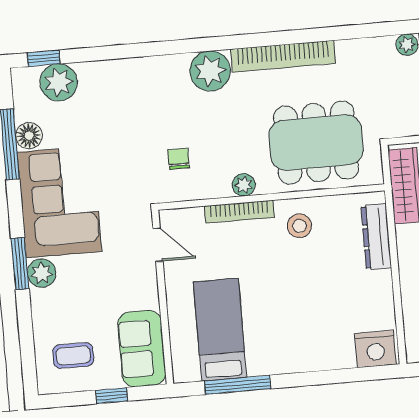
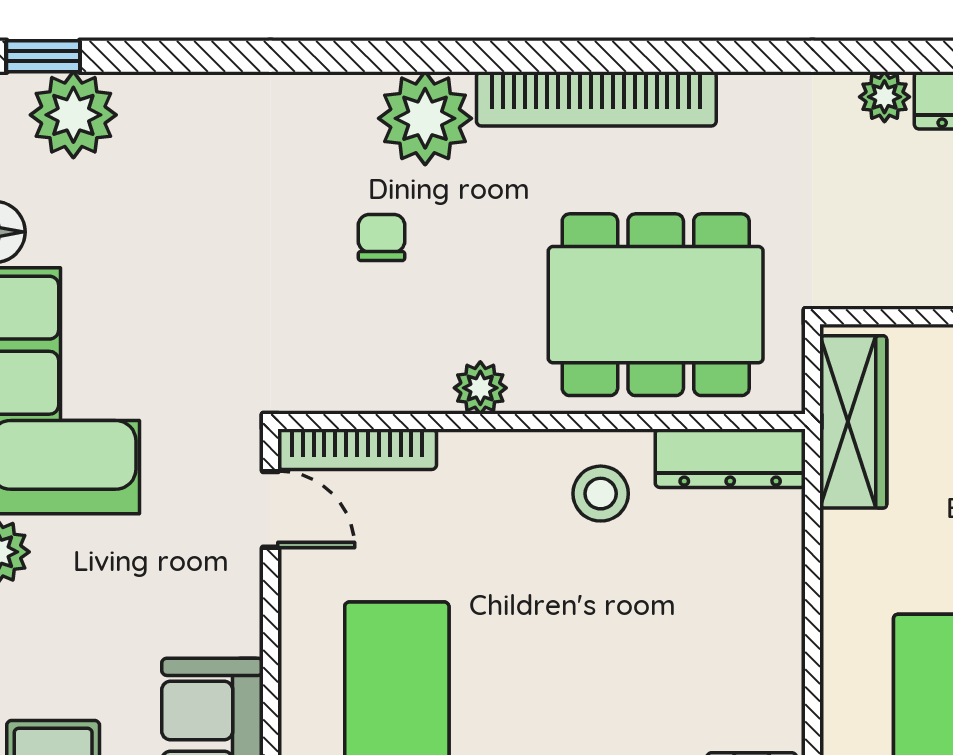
chair: (179, 159) -> (382, 237), moved
bookcase: (239, 212) -> (357, 449), moved
dresser: (376, 237) -> (730, 458), moved, turned -90

